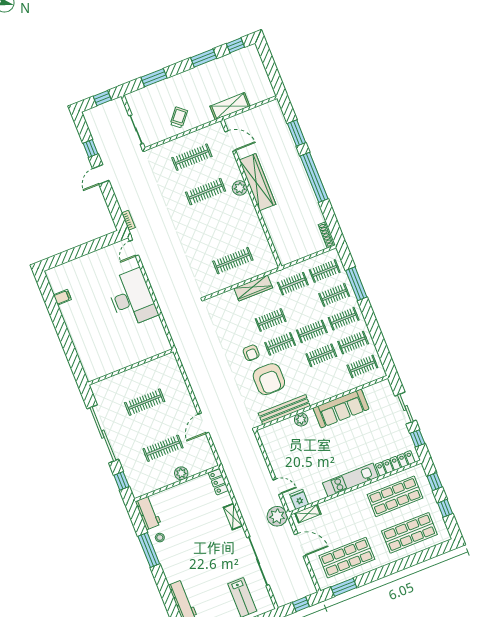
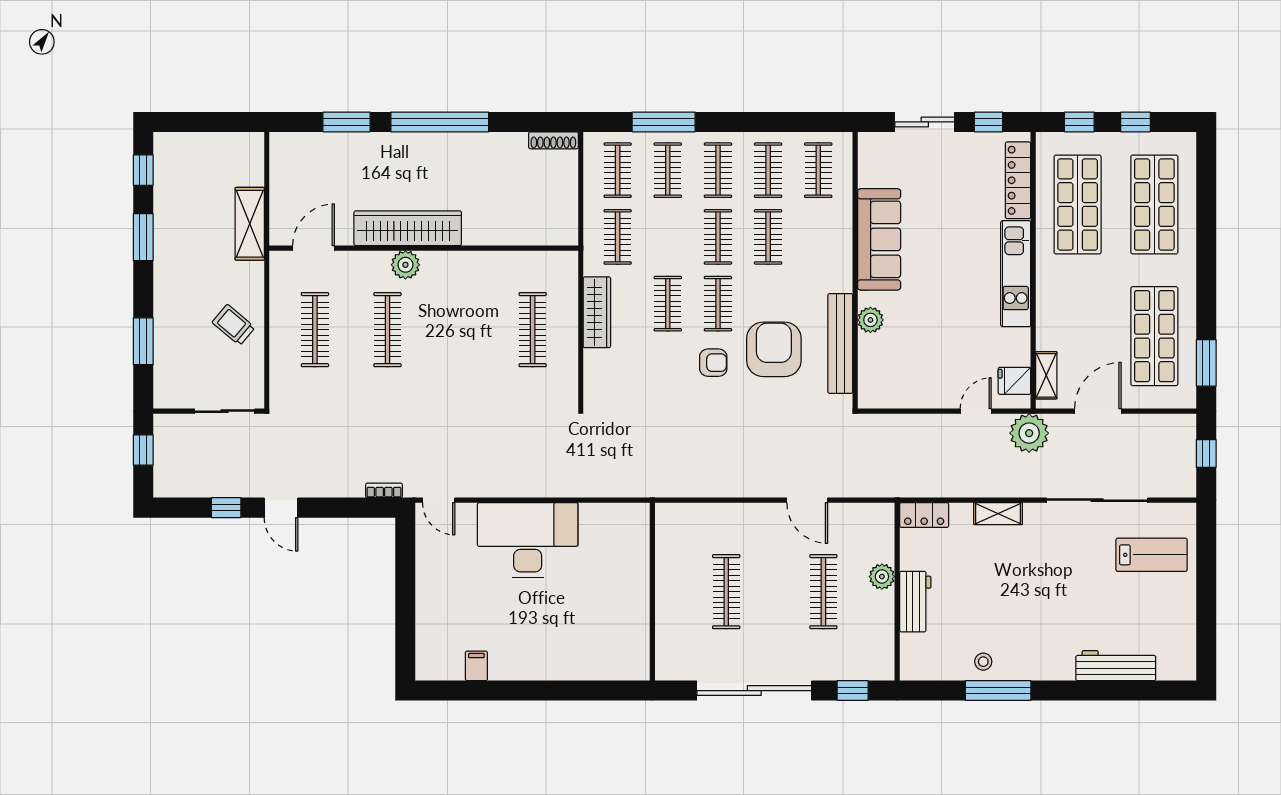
armchair: (269, 379) -> (774, 349), turned -90
workbench: (148, 513) -> (915, 602), moved, turned 90

